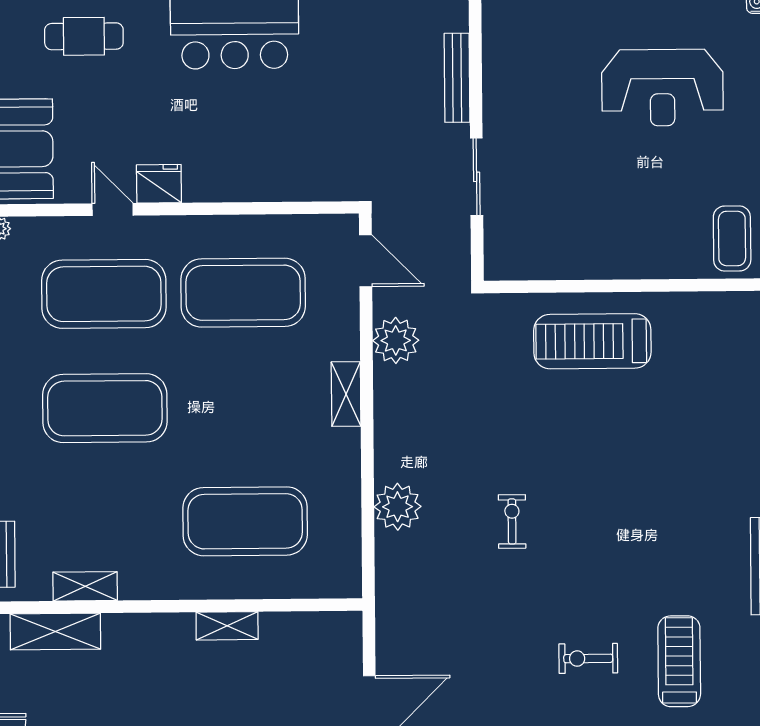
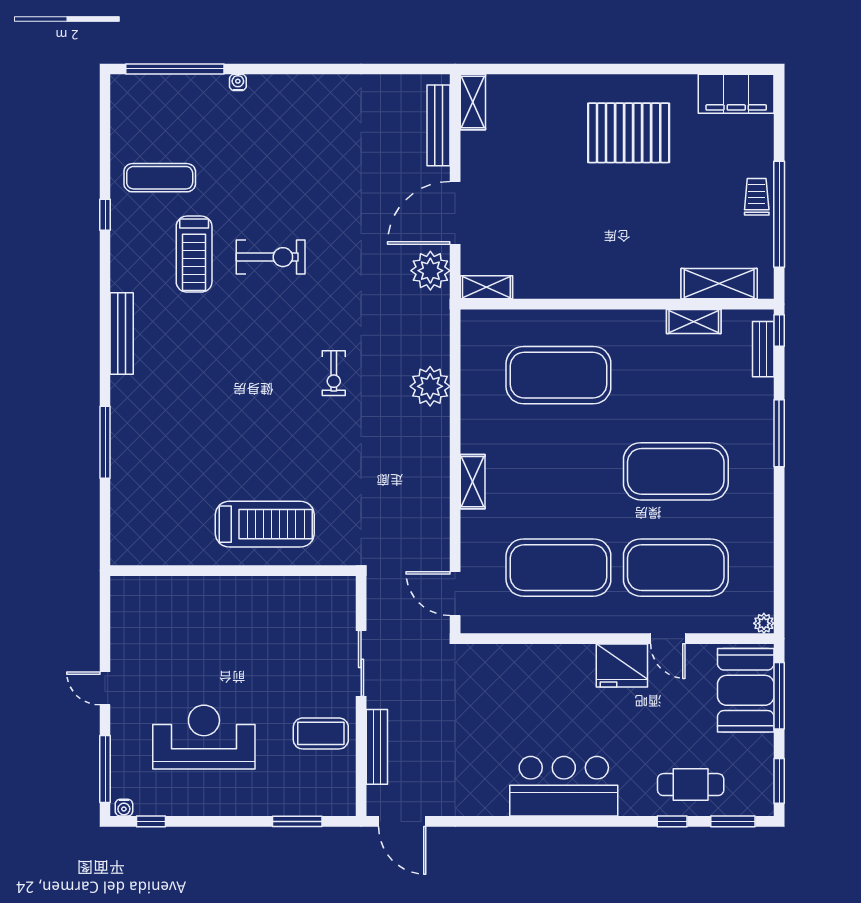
fridge: (159, 184) -> (622, 665), width x1.36, depth x1.34
coffee table: (732, 238) -> (321, 733), moved, turned 90
plant: (396, 340) -> (430, 271), moved
shelving: (227, 626) -> (486, 287), moved
exercise bike: (588, 658) -> (271, 257), width x1.38, depth x1.39

